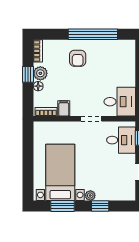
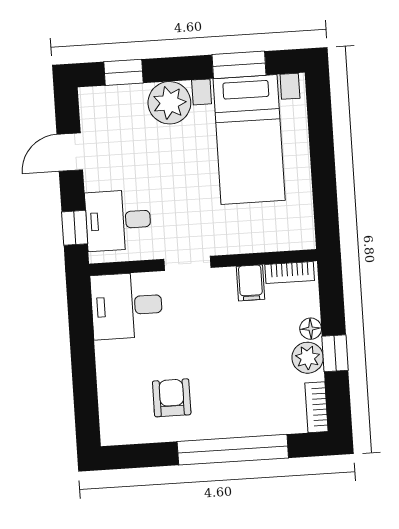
window: (93, 34) -> (233, 450), moved
armchair: (78, 58) -> (172, 398), moved
plant: (90, 195) -> (169, 103), width x1.88, depth x1.88
window: (100, 206) -> (123, 72), moved

